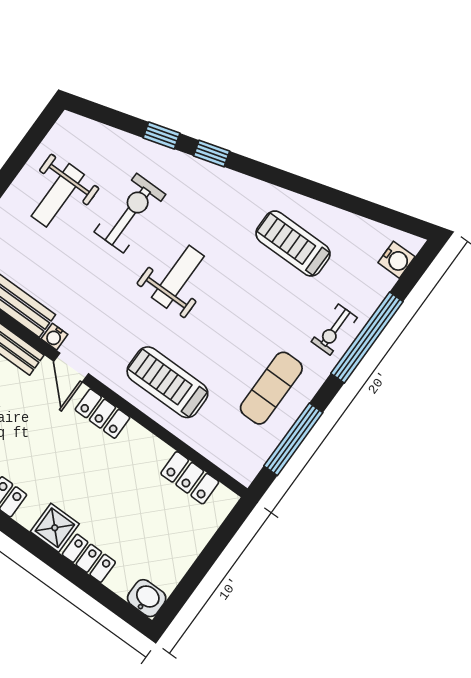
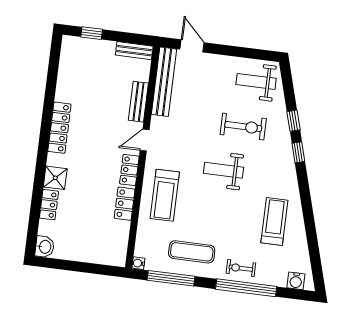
weight bench: (58, 195) -> (256, 81), moved
weight bench: (178, 277) -> (223, 170), turned 180
water cooler: (54, 337) -> (138, 263), moved
treadmill: (167, 382) -> (165, 195), turned 180
locker: (190, 478) -> (125, 204), moved

